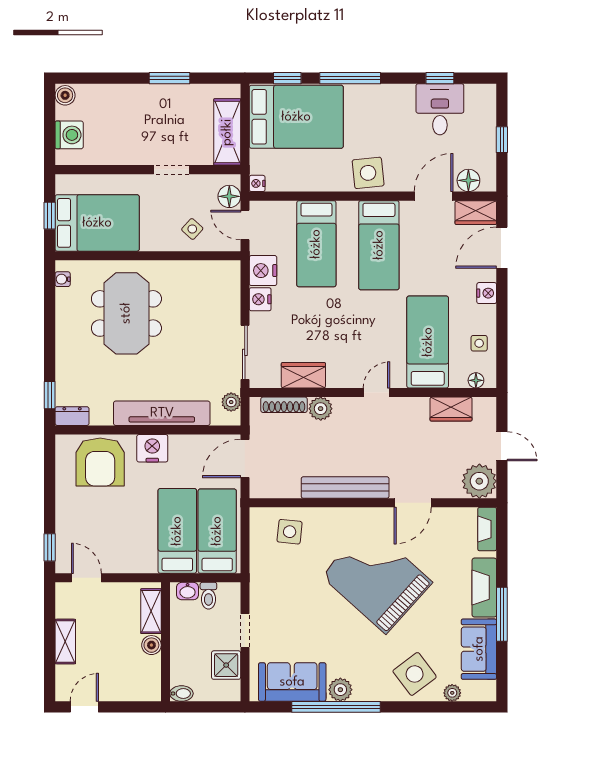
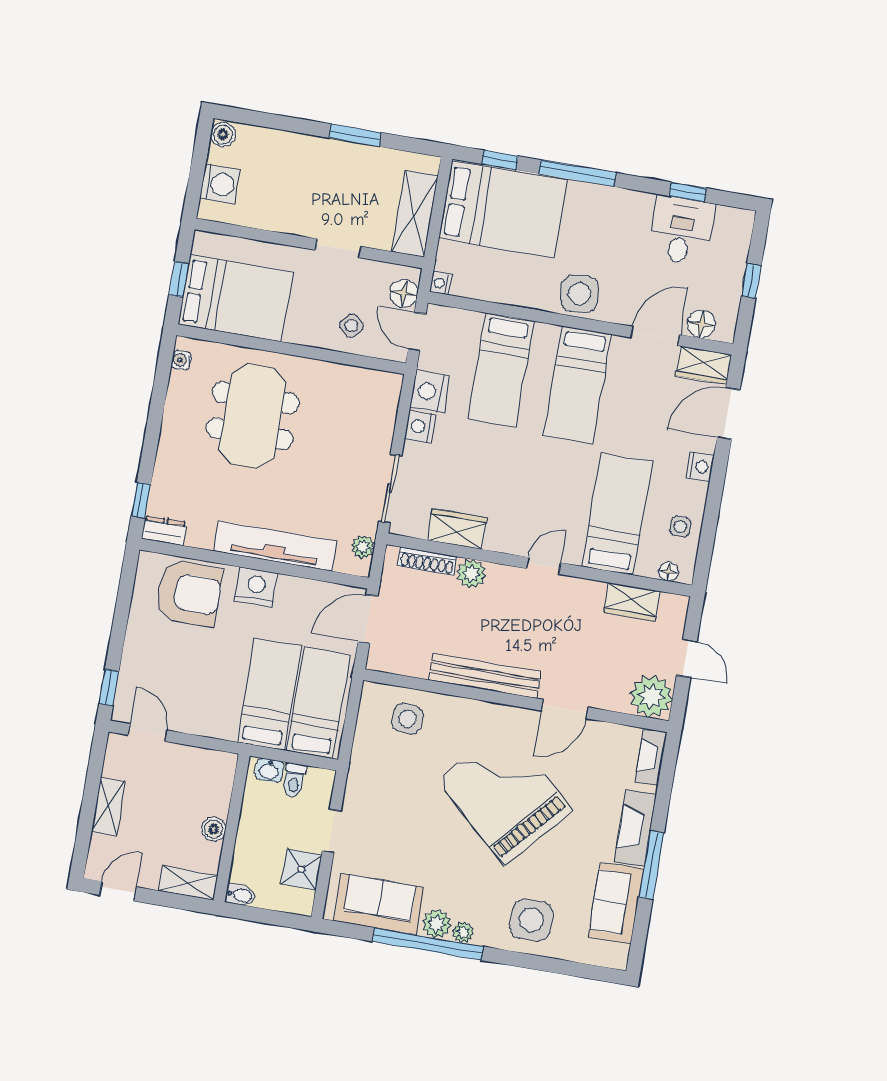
armchair: (100, 462) -> (189, 593), turned -90
shelving: (151, 611) -> (188, 883), moved, turned 90
side table: (415, 674) -> (531, 920), turned 37
plant: (452, 693) -> (463, 932), moved

